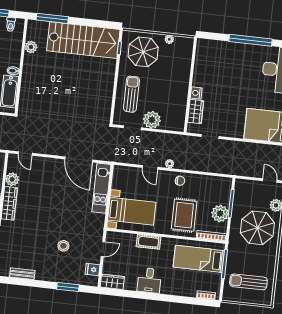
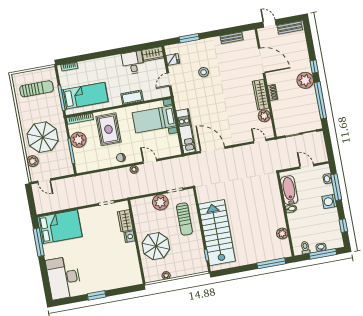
stairs: (83, 40) -> (217, 233), moved, turned 90
window: (251, 40) -> (97, 295), width x0.47
parasol: (143, 52) -> (156, 246), moved
desk: (149, 280) -> (133, 63), moved

